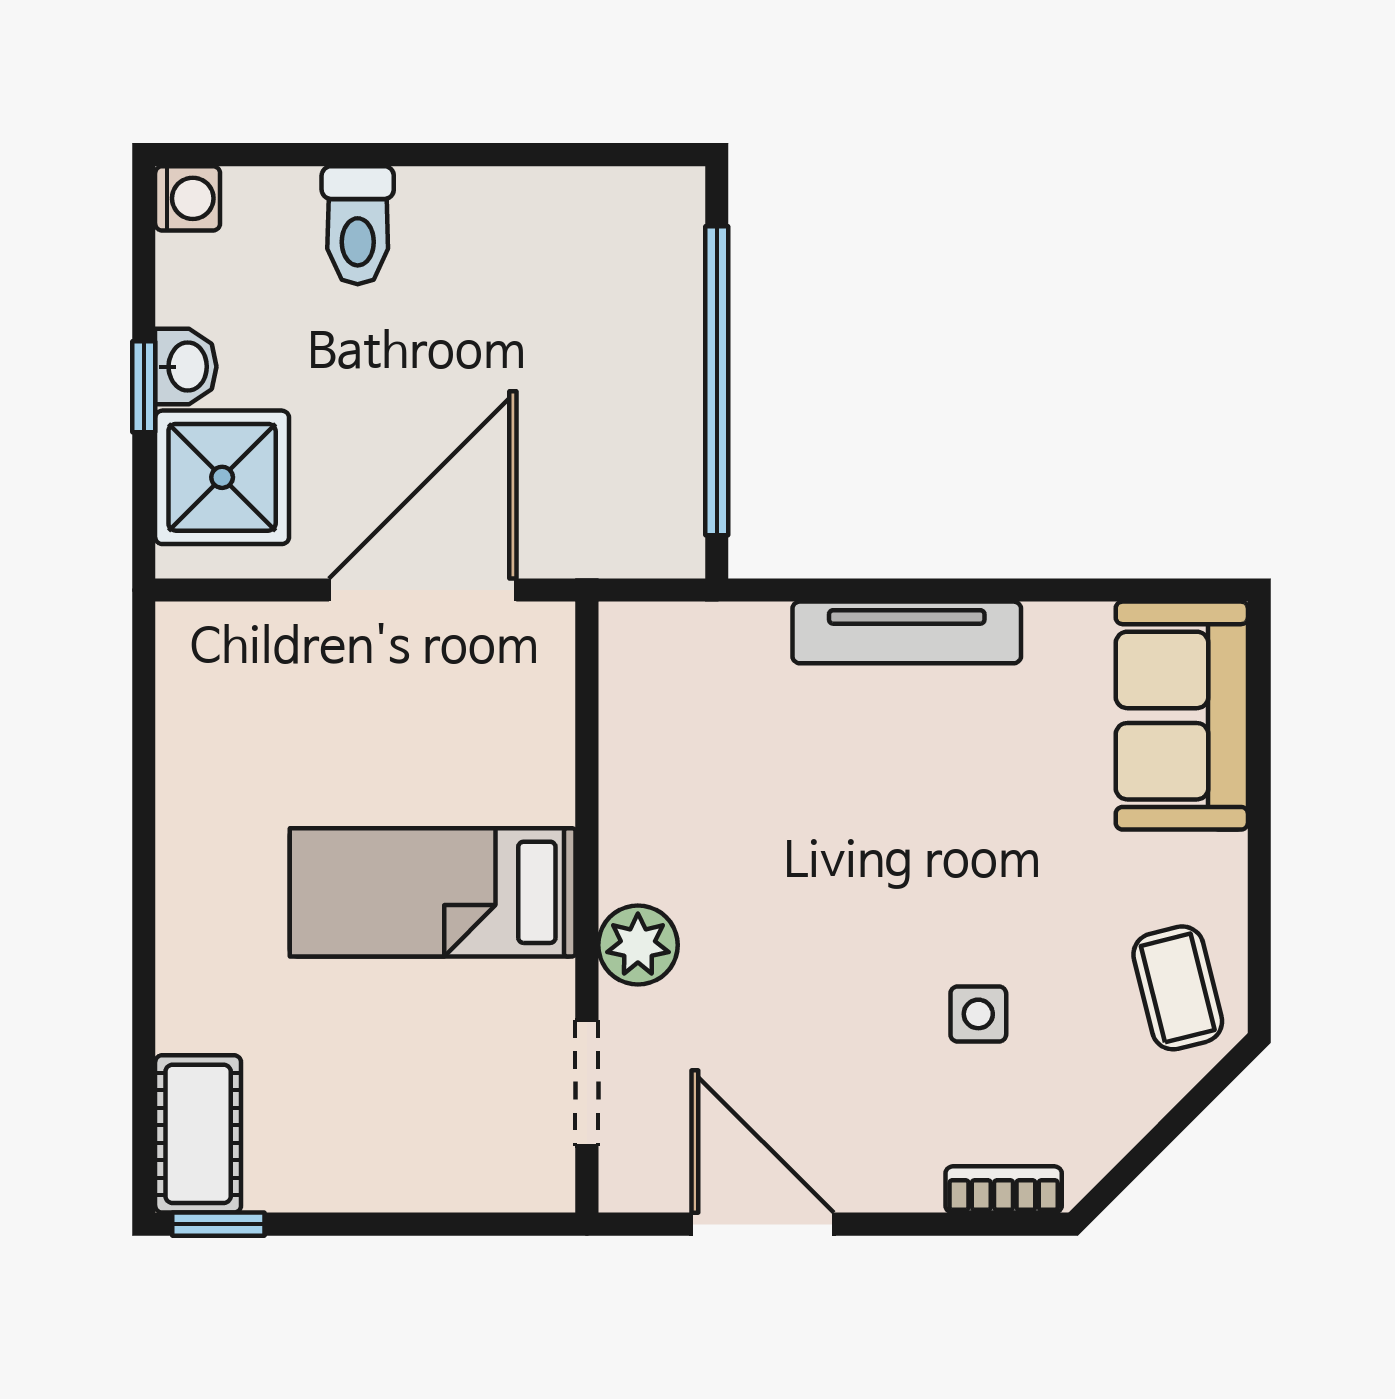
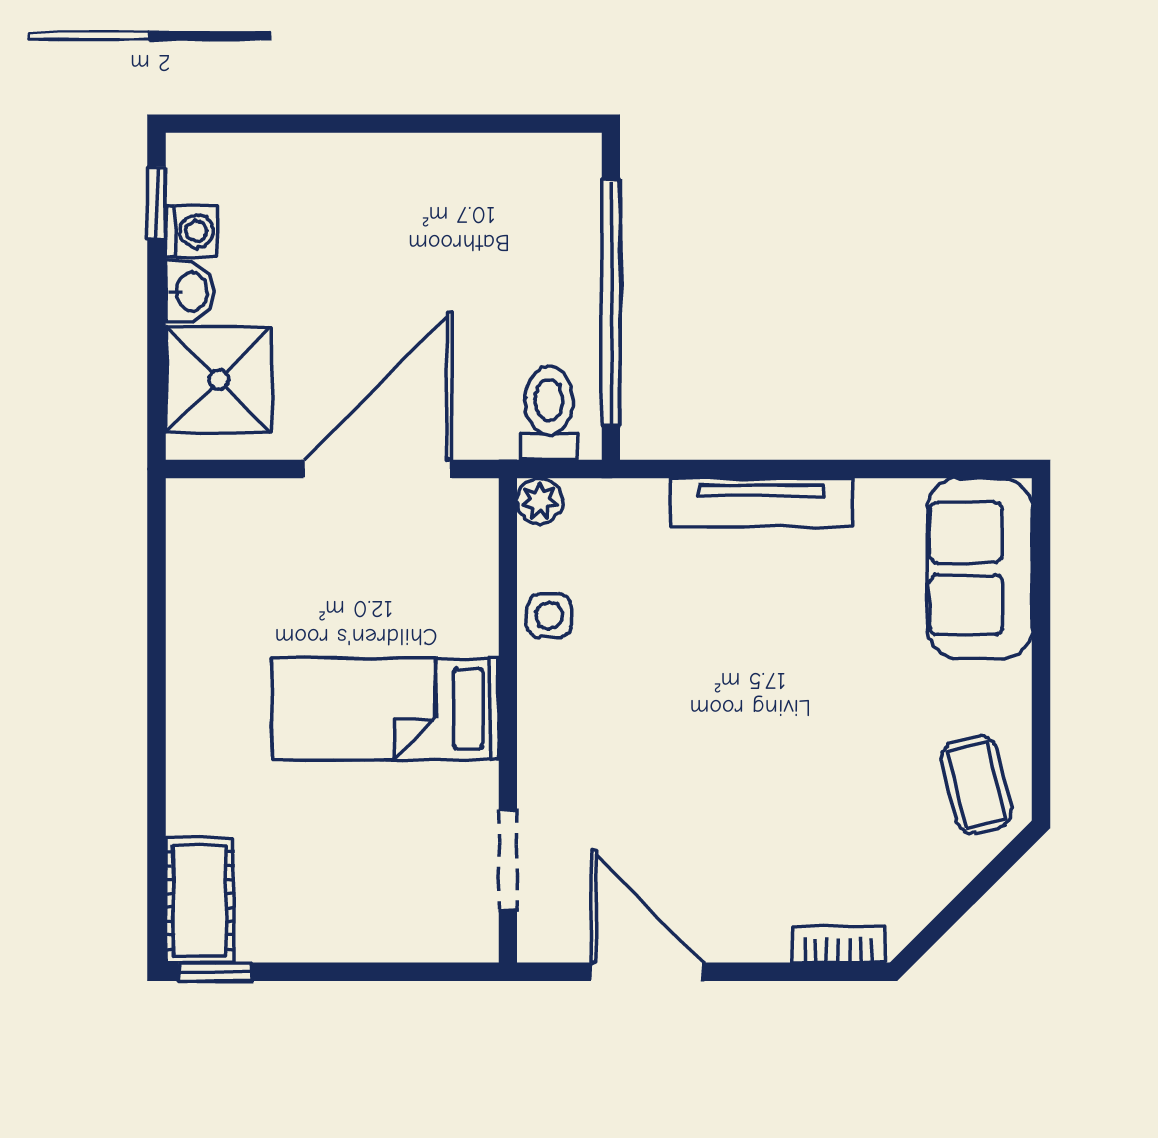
washing machine: (188, 198) -> (191, 231), moved
toilet: (358, 225) -> (549, 413), moved, turned 180
window: (144, 387) -> (157, 203), moved
plant: (638, 945) -> (540, 501), moved, width x0.73, depth x0.73
side table: (978, 1014) -> (549, 616), moved

